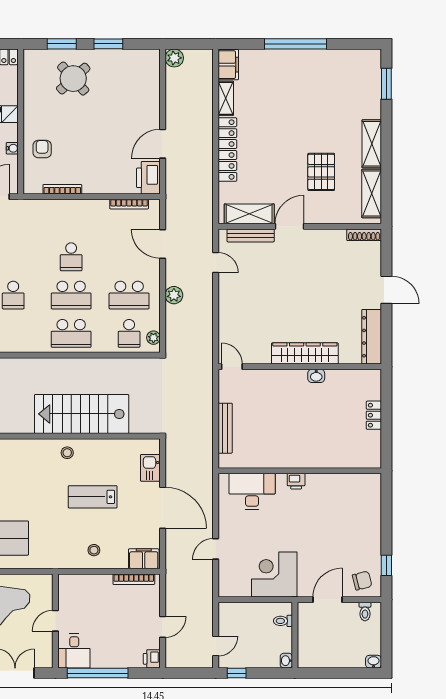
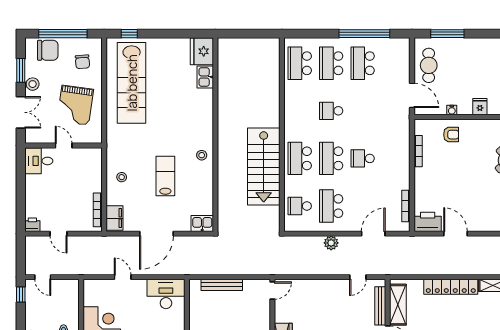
plant: (153, 338) -> (296, 226), removed
stairs: (82, 414) -> (264, 166), moved, turned 180
kitchen sink: (150, 468) -> (202, 224), moved
desk: (252, 491) -> (166, 294), moved, turned -90
window: (98, 673) -> (21, 180), removed

